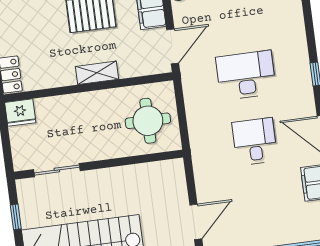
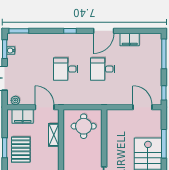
shelving: (97, 73) -> (54, 135), moved
desk: (246, 75) -> (66, 69), width x0.73

